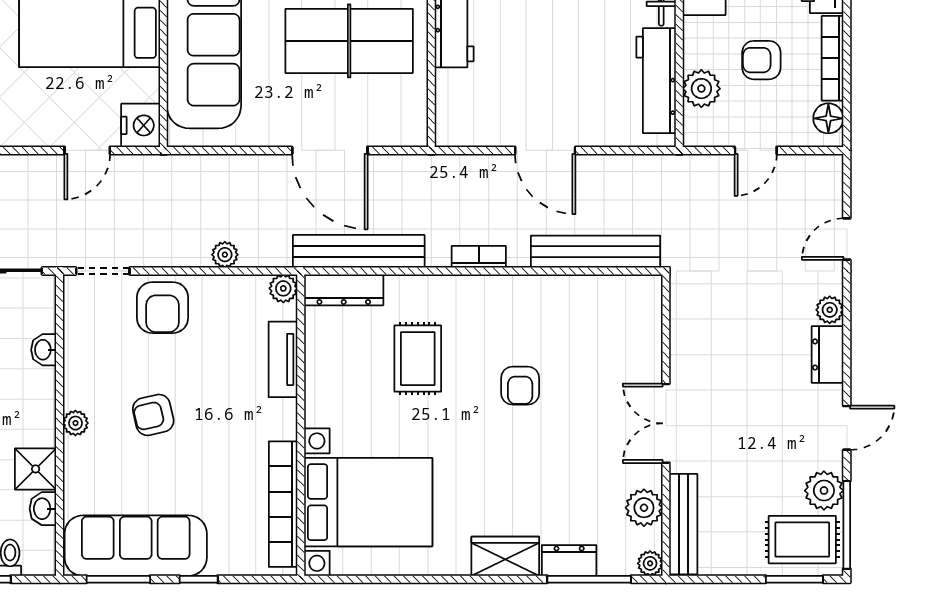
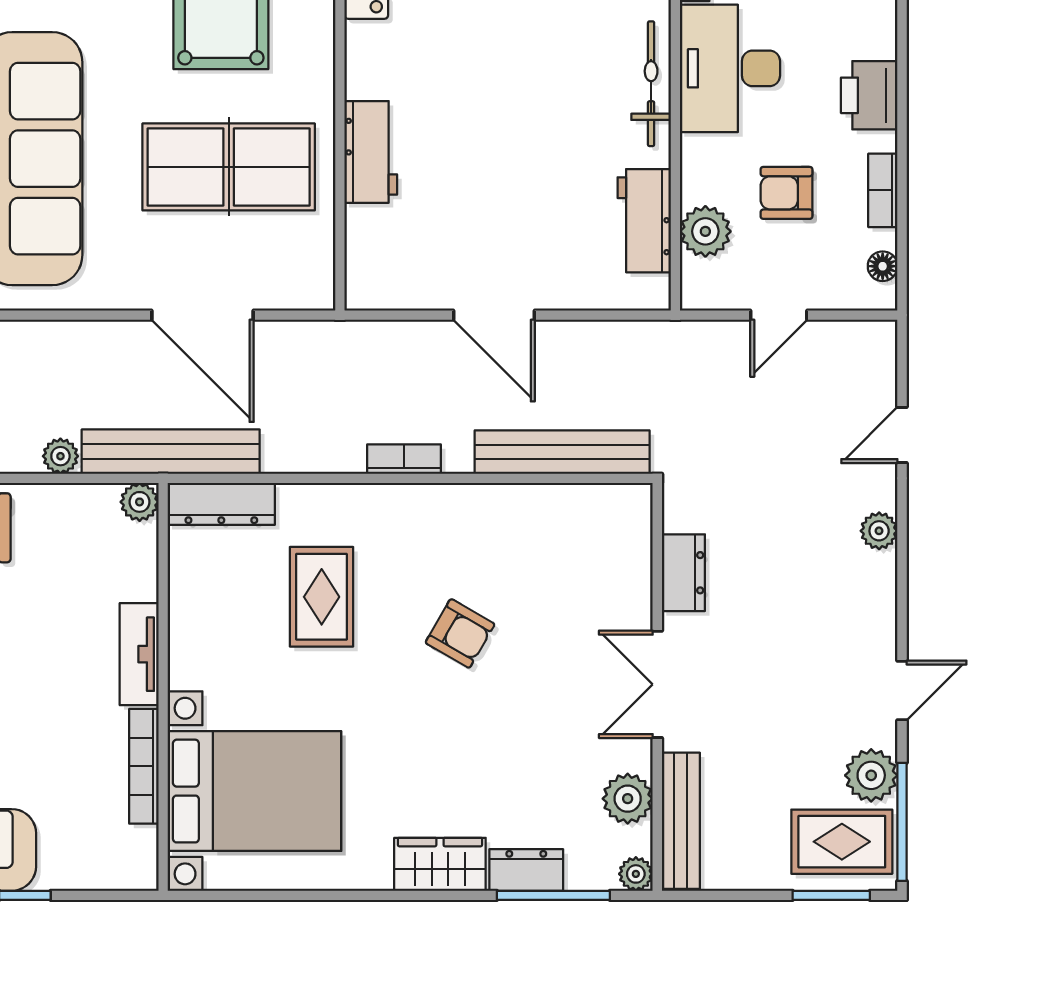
bookcase: (833, 58) -> (883, 190), width x0.64
workbench: (656, 81) -> (644, 221), width x0.73
floor lamp: (828, 118) -> (883, 266), width x0.73, depth x0.73
bench: (359, 251) -> (171, 452), moved
dresser: (827, 354) -> (683, 573), moved, turned 180
tv unit: (283, 359) -> (139, 654), moved
armchair: (520, 386) -> (460, 633), turned -60
bookcase: (283, 504) -> (144, 766), width x0.68, depth x0.76

